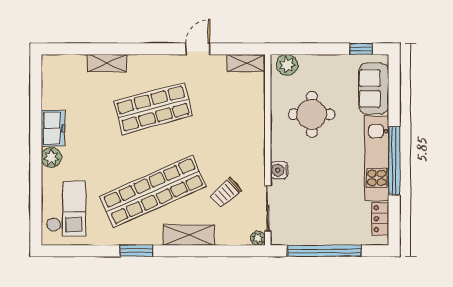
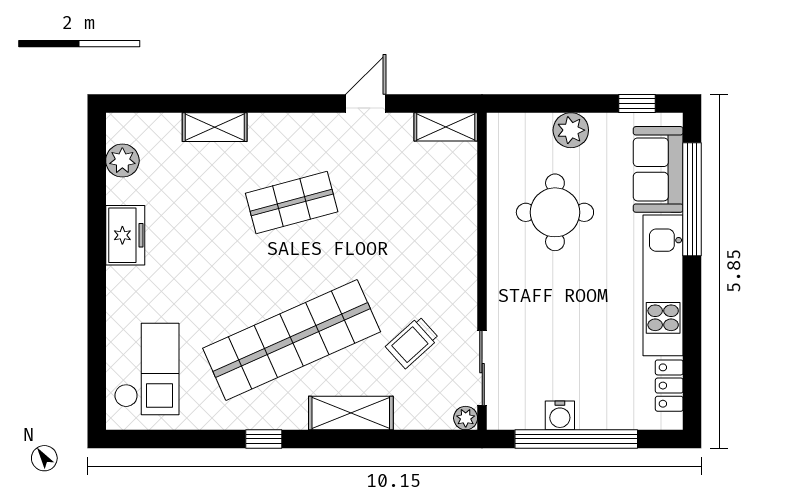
plant: (287, 65) -> (571, 130), moved
shop shelf: (153, 108) -> (292, 203), width x0.70, depth x0.74
plant: (51, 158) -> (122, 161), moved
window: (394, 161) -> (692, 199), moved
water cooler: (279, 170) -> (560, 415), moved, turned -90
window: (136, 251) -> (264, 439), width x0.67

